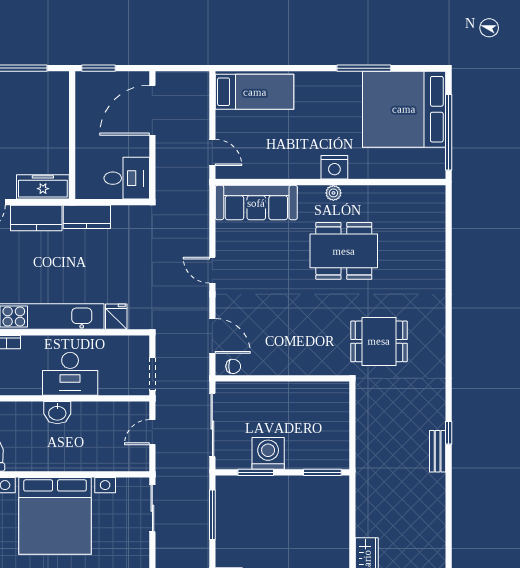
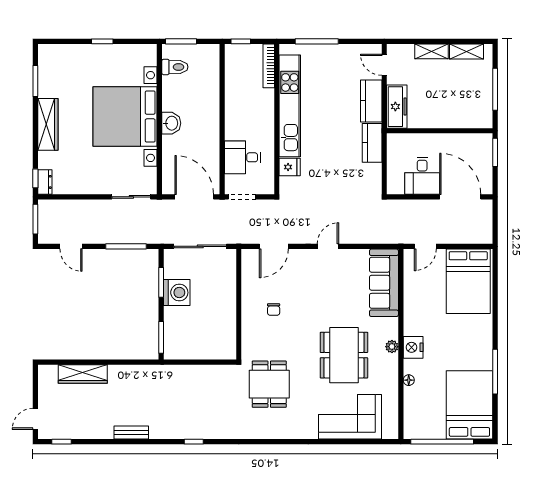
bed: (255, 92) -> (468, 281), width x1.50
bed: (404, 109) -> (469, 405), width x0.73
floor lamp: (374, 173) -> (409, 380), added
desk: (127, 178) -> (422, 176), moved
corner sofa: (418, 244) -> (350, 417), added
chair: (233, 366) -> (274, 310), moved
desk: (70, 374) -> (242, 157), moved, width x0.73
washbasin: (57, 413) -> (171, 123), moved, turned 180
door: (152, 432) -> (194, 197), width x1.88
bench: (438, 451) -> (131, 433), moved

